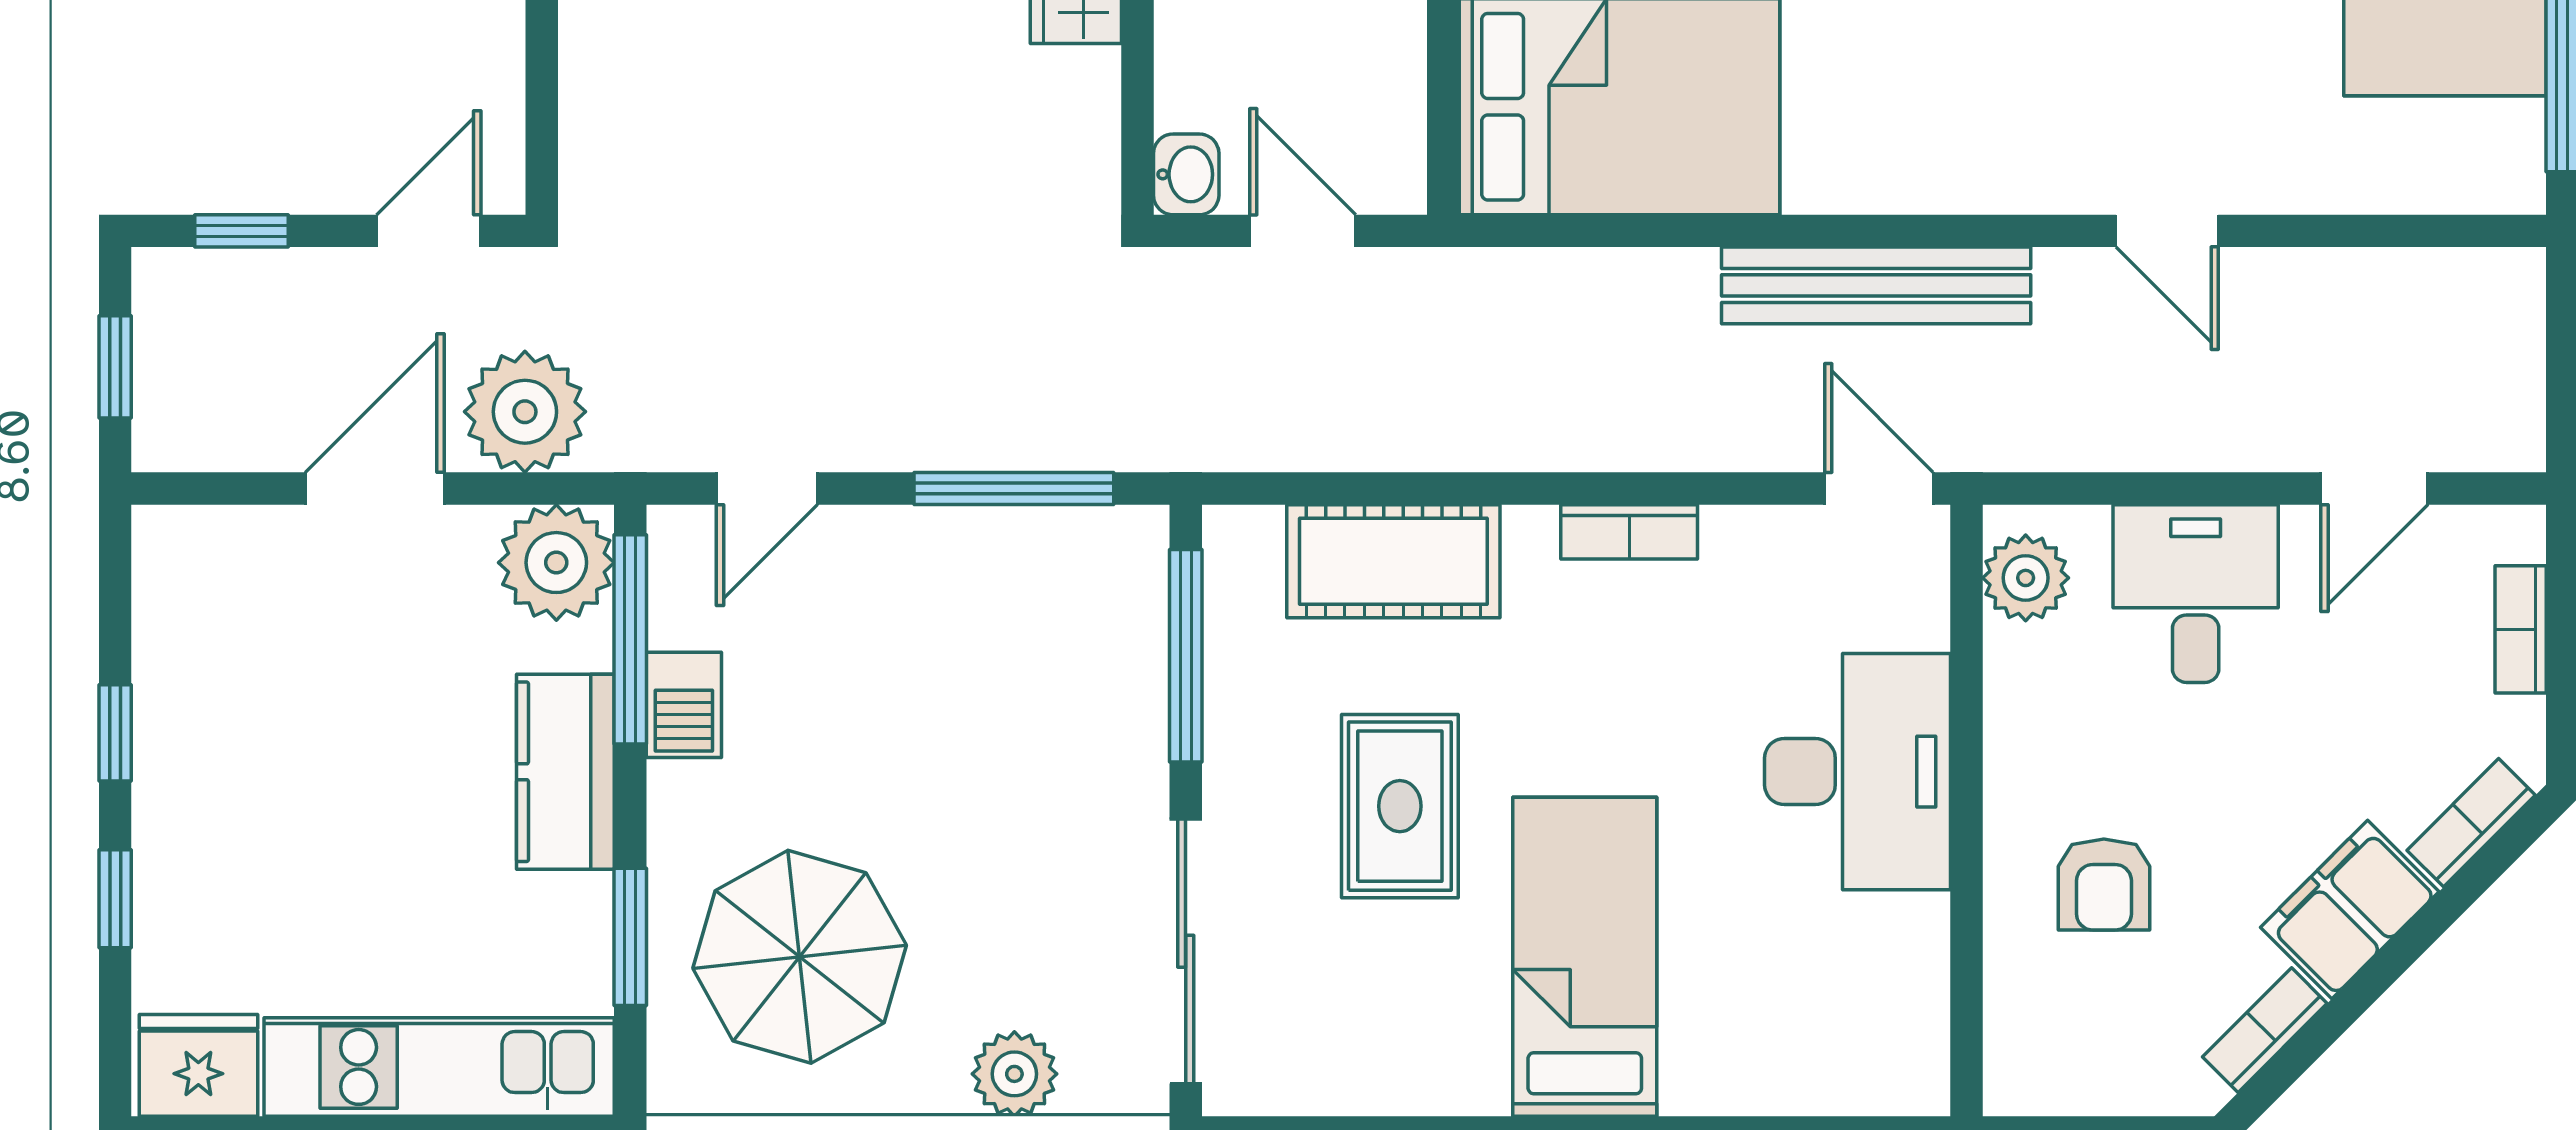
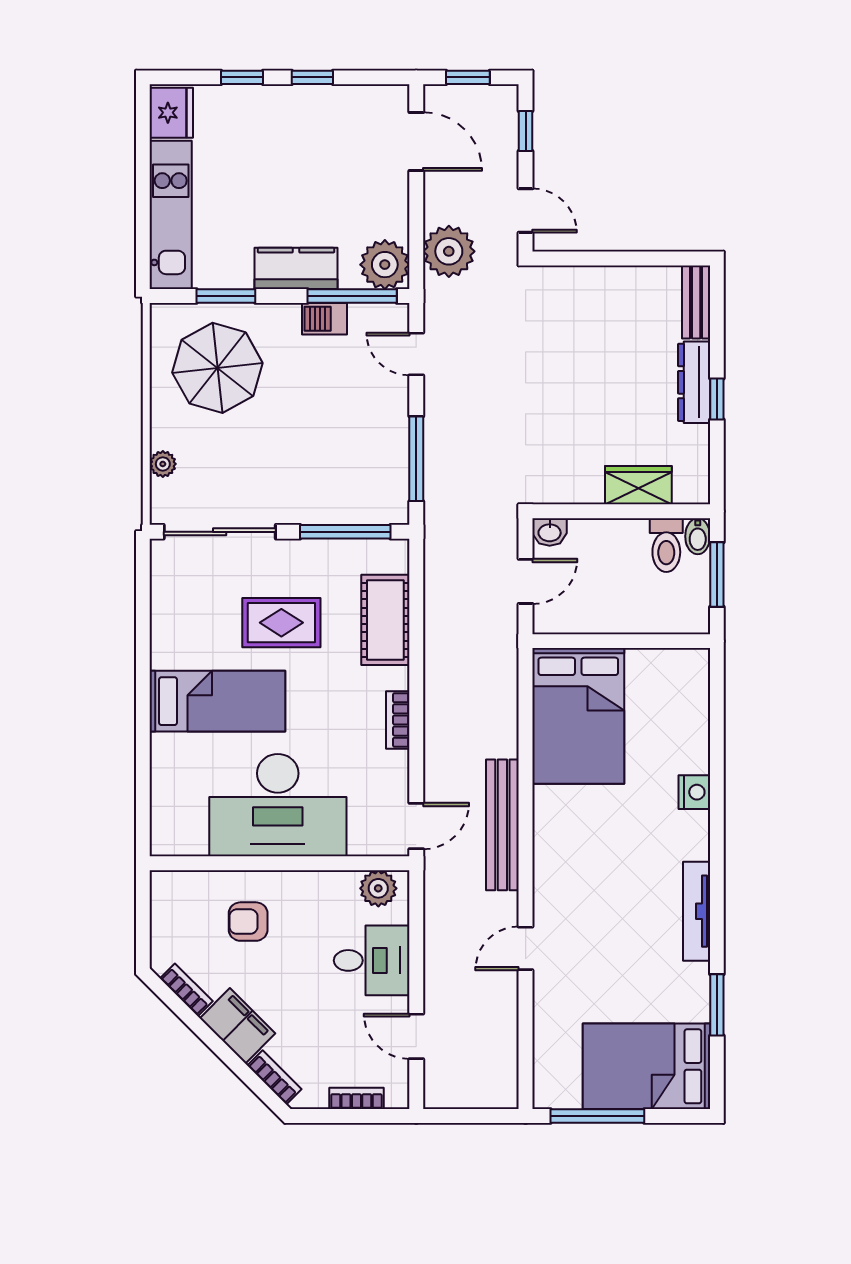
door: (375, 488) -> (416, 141), moved
desk: (1858, 772) -> (278, 805), width x1.36, depth x1.30
plant: (1014, 1074) -> (163, 464), width x0.73, depth x0.73

